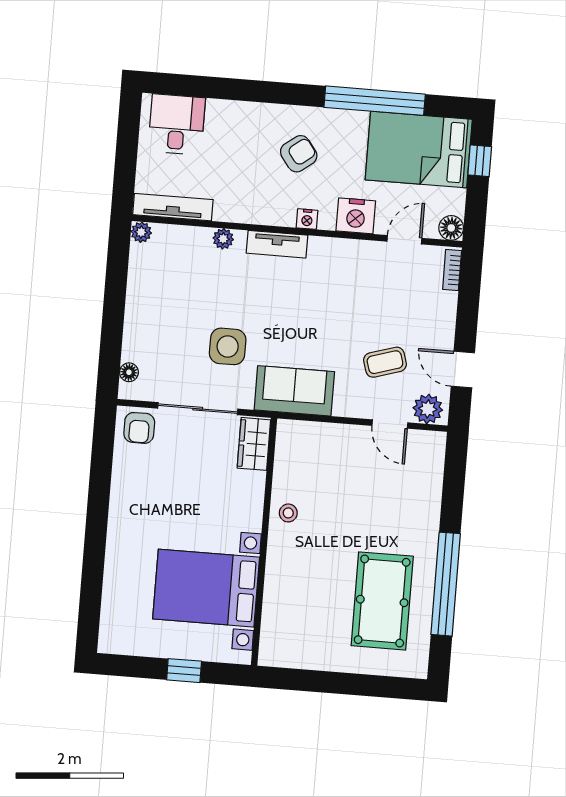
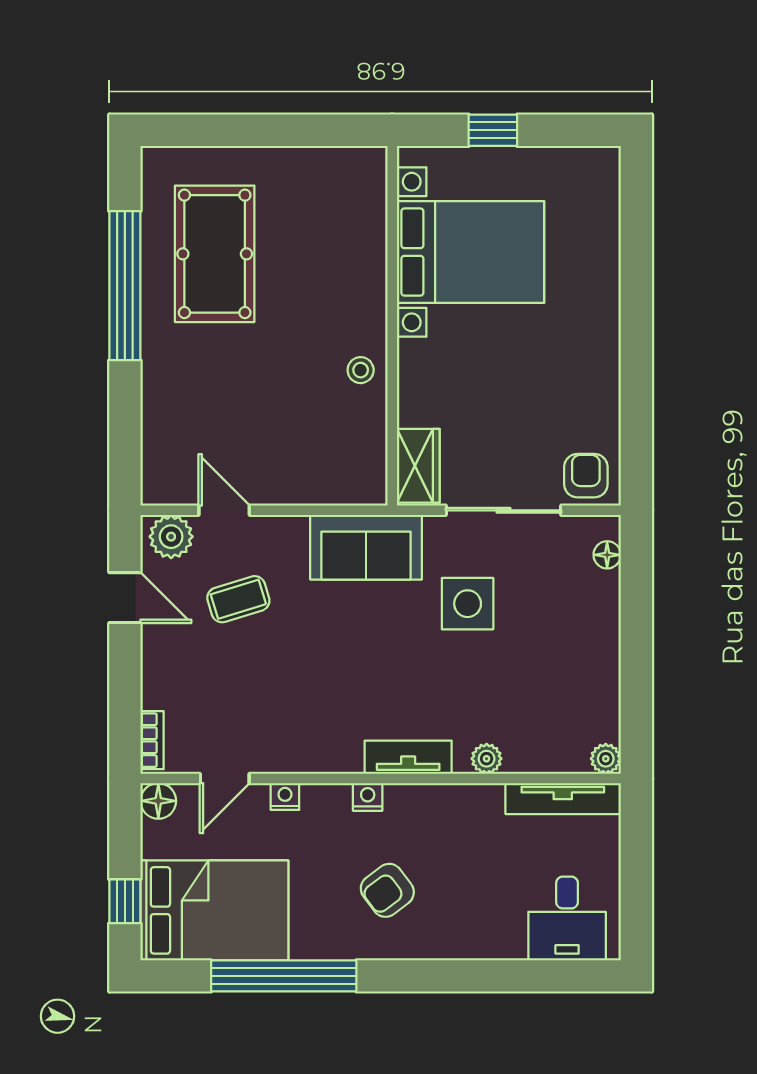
nightstand: (356, 216) -> (285, 797), width x0.53, depth x0.56

